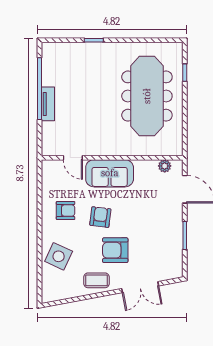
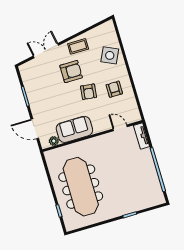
tv unit: (48, 104) -> (142, 136), moved
sofa: (110, 173) -> (74, 129), moved
armchair: (66, 211) -> (114, 89), turned 90

